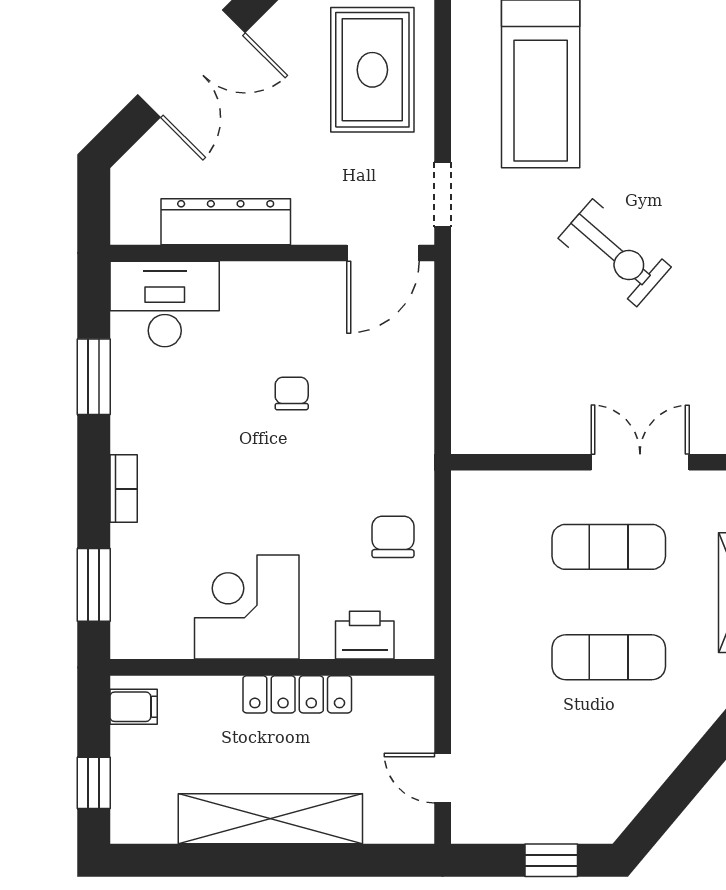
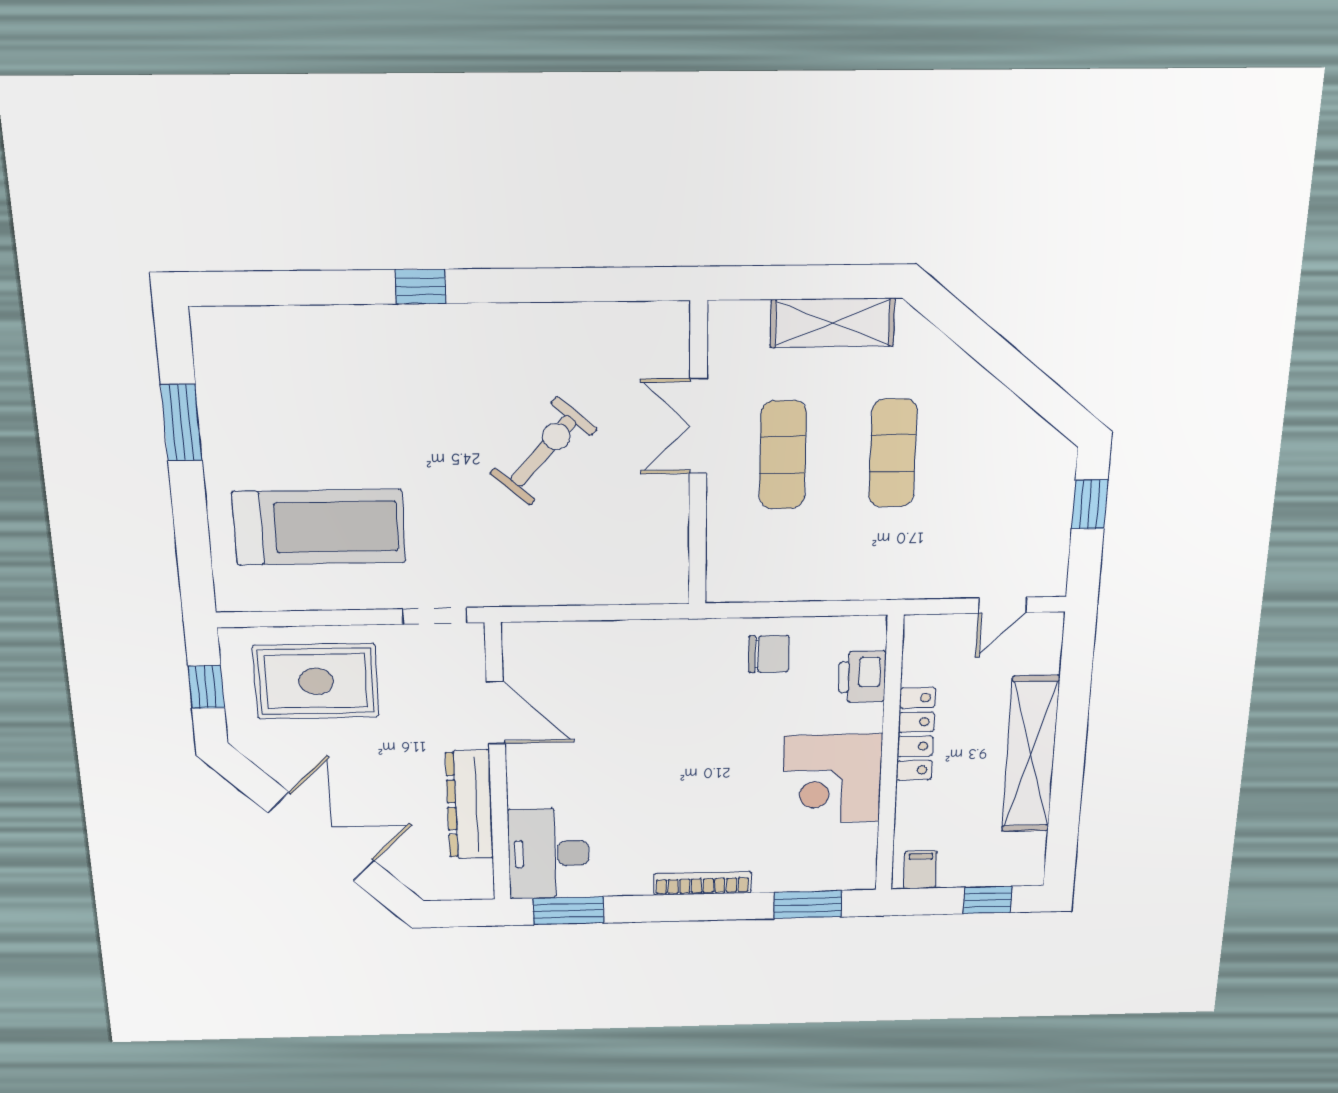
door: (383, 253) -> (496, 713), moved
exercise bike: (615, 253) -> (543, 451), moved
window: (94, 377) -> (568, 911), moved
chair: (292, 393) -> (631, 745), removed
bookcase: (124, 489) -> (702, 883), width x1.56
chair: (393, 537) -> (769, 654), turned 180

